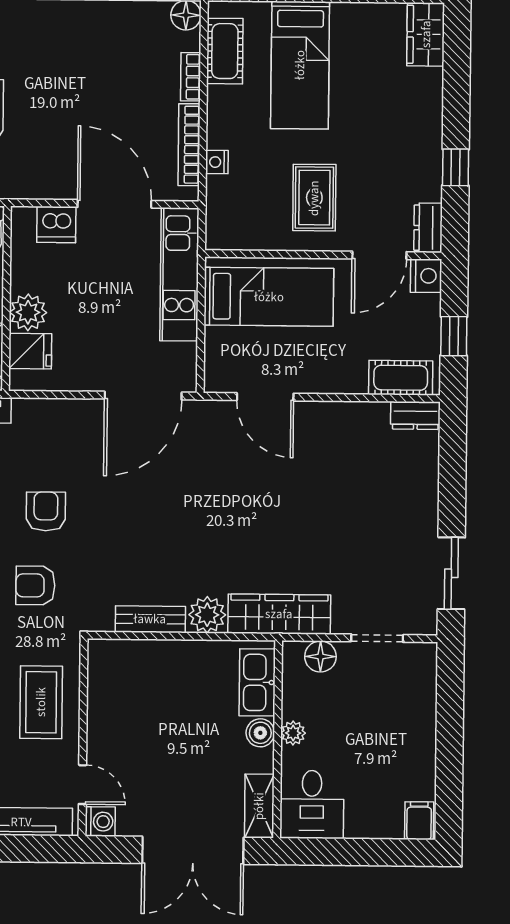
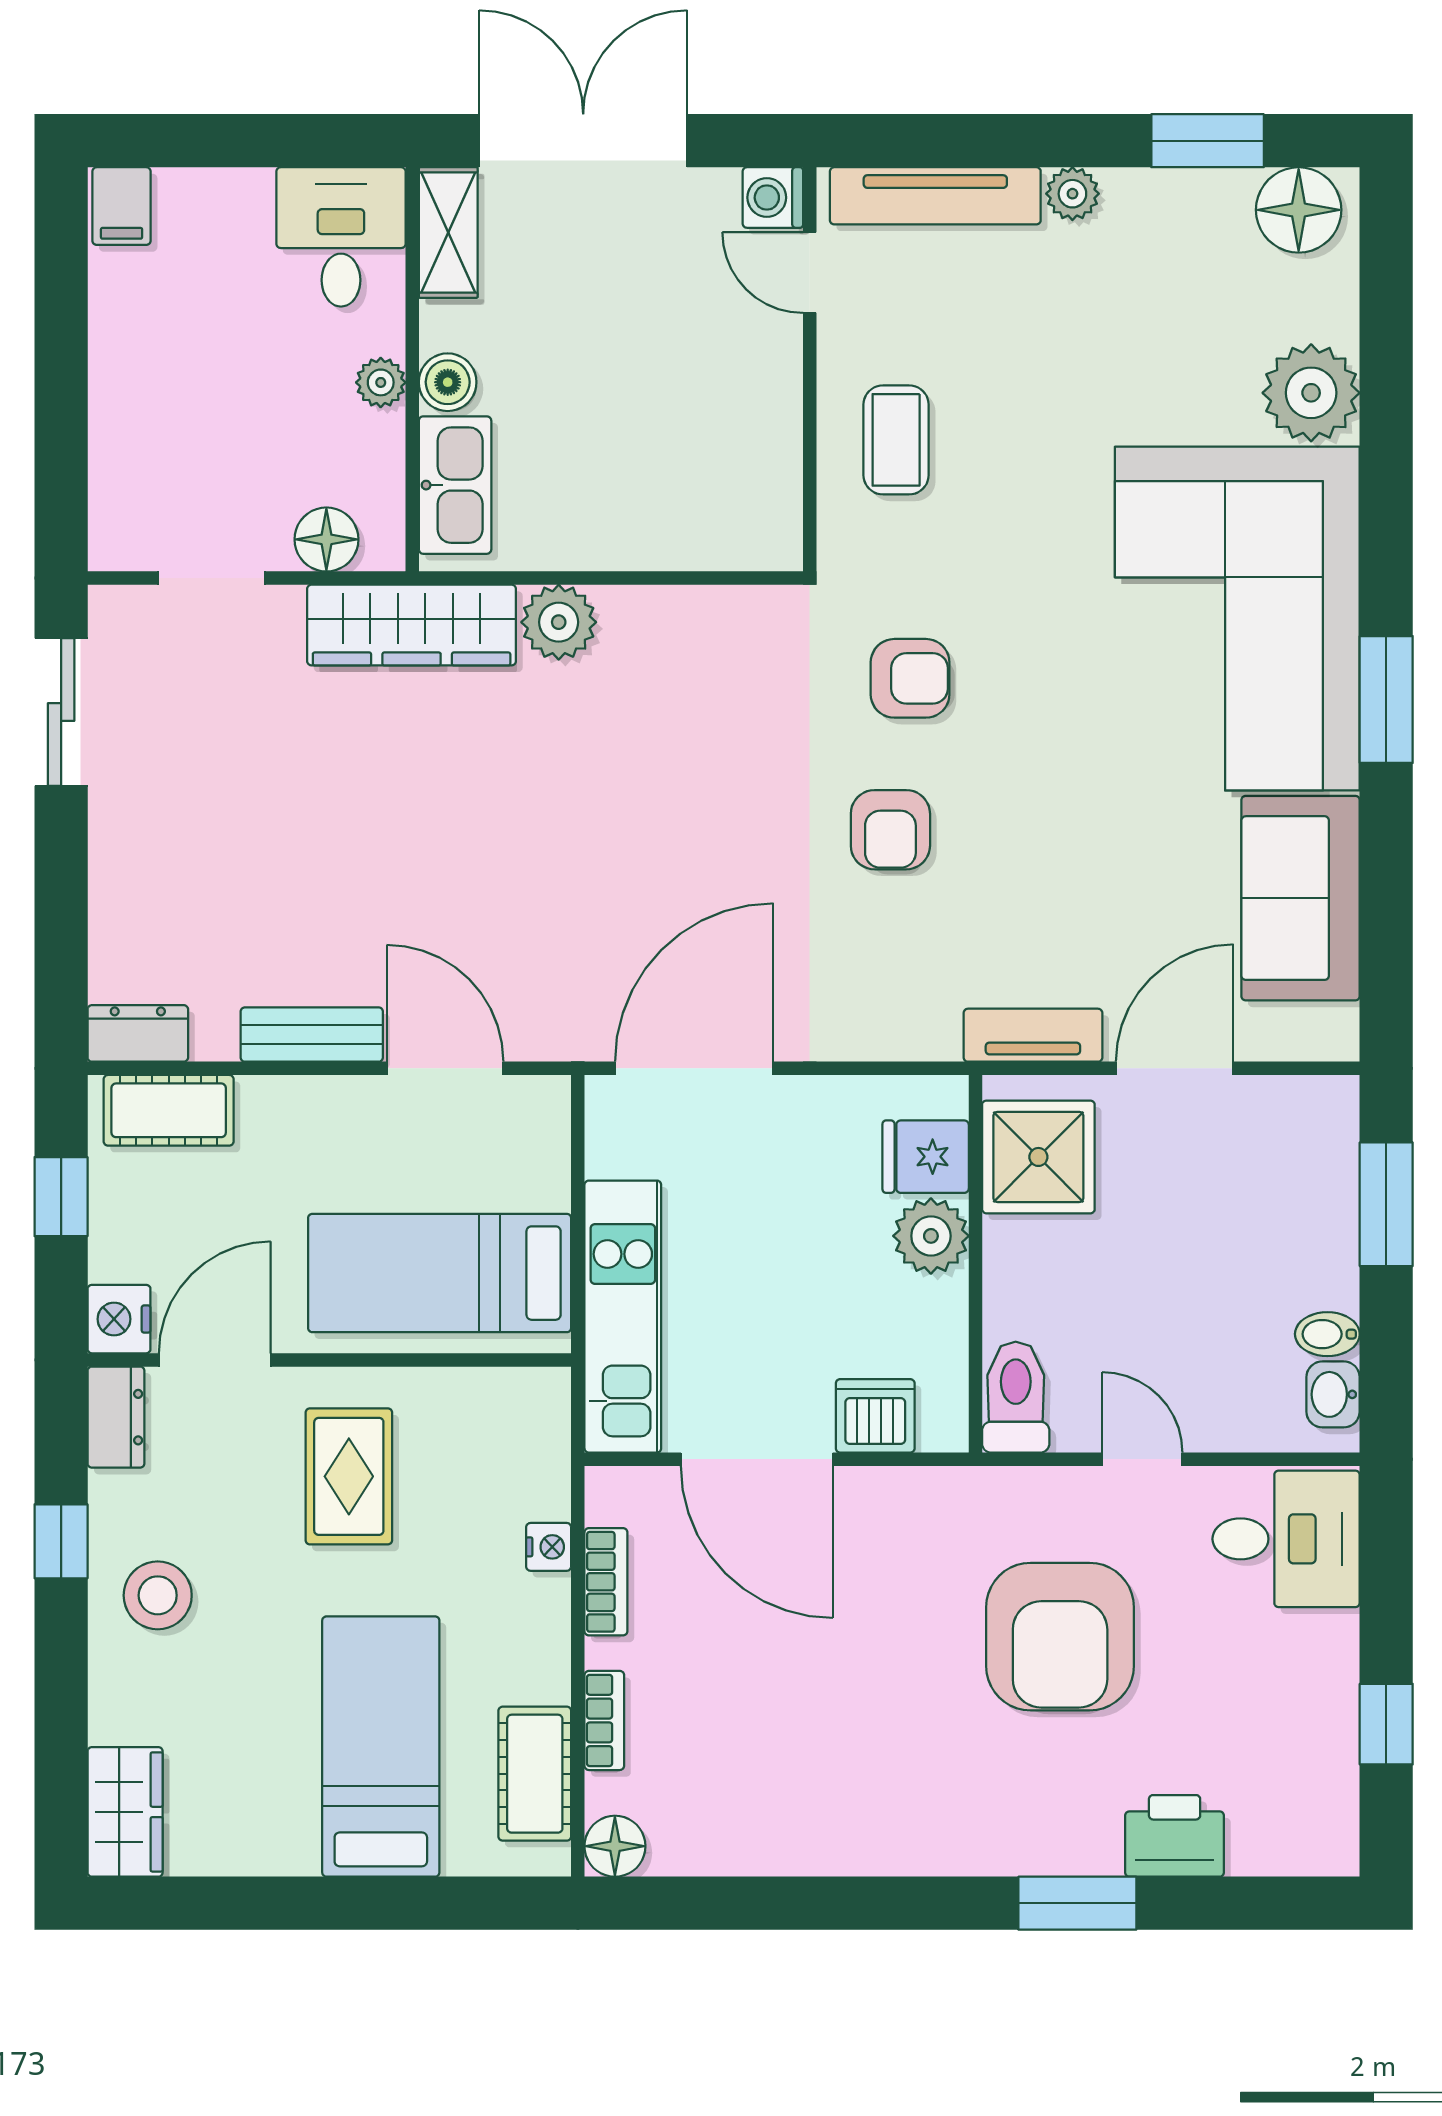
stool: (409, 140) -> (158, 1595), added
bookcase: (189, 145) -> (606, 1582), width x0.64
bench: (150, 619) -> (312, 1035), moved
coffee table: (41, 702) -> (896, 440), width x0.73, depth x0.77

